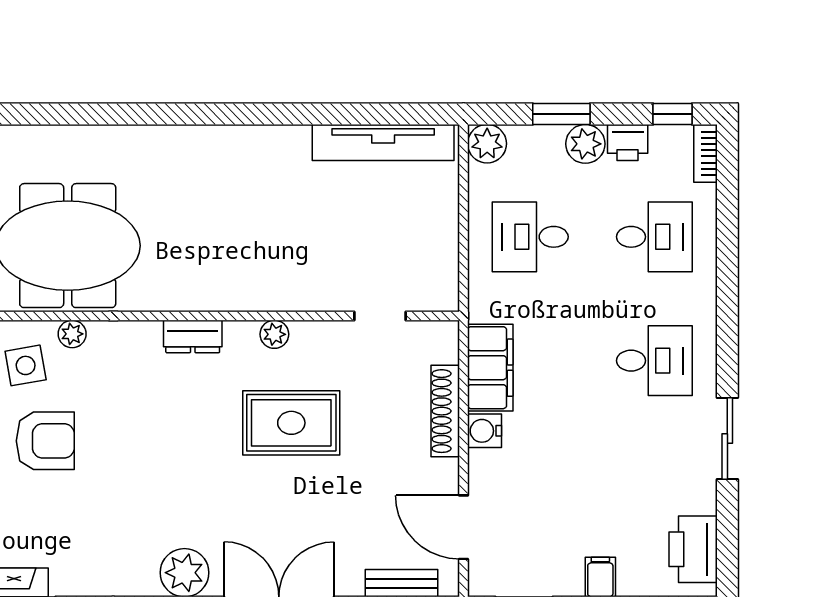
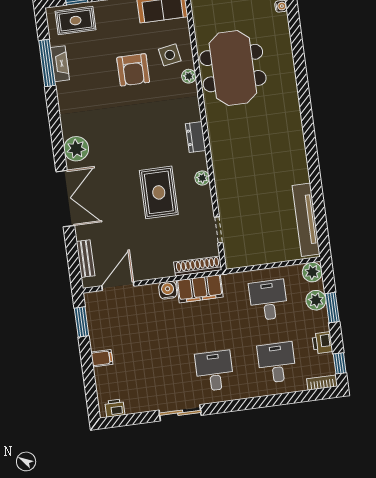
plant: (585, 144) -> (316, 300), moved
desk: (654, 237) -> (277, 363), turned 180
desk: (654, 361) -> (214, 371), turned 180
shoe rack: (445, 411) -> (198, 266), moved
printer: (693, 549) -> (115, 408), width x0.53, depth x0.68

